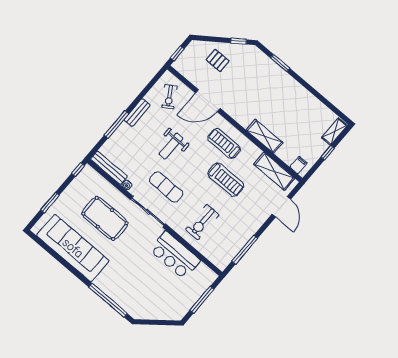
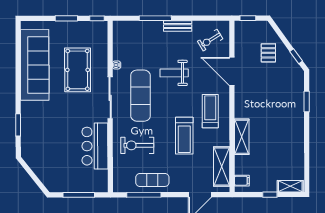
bench: (109, 168) -> (118, 40), removed
exercise mat: (166, 187) -> (140, 96), width x1.36, depth x1.45
window: (50, 203) -> (66, 18), moved
exercise mat: (239, 233) -> (152, 180), added
window: (108, 300) -> (18, 125), width x0.47

